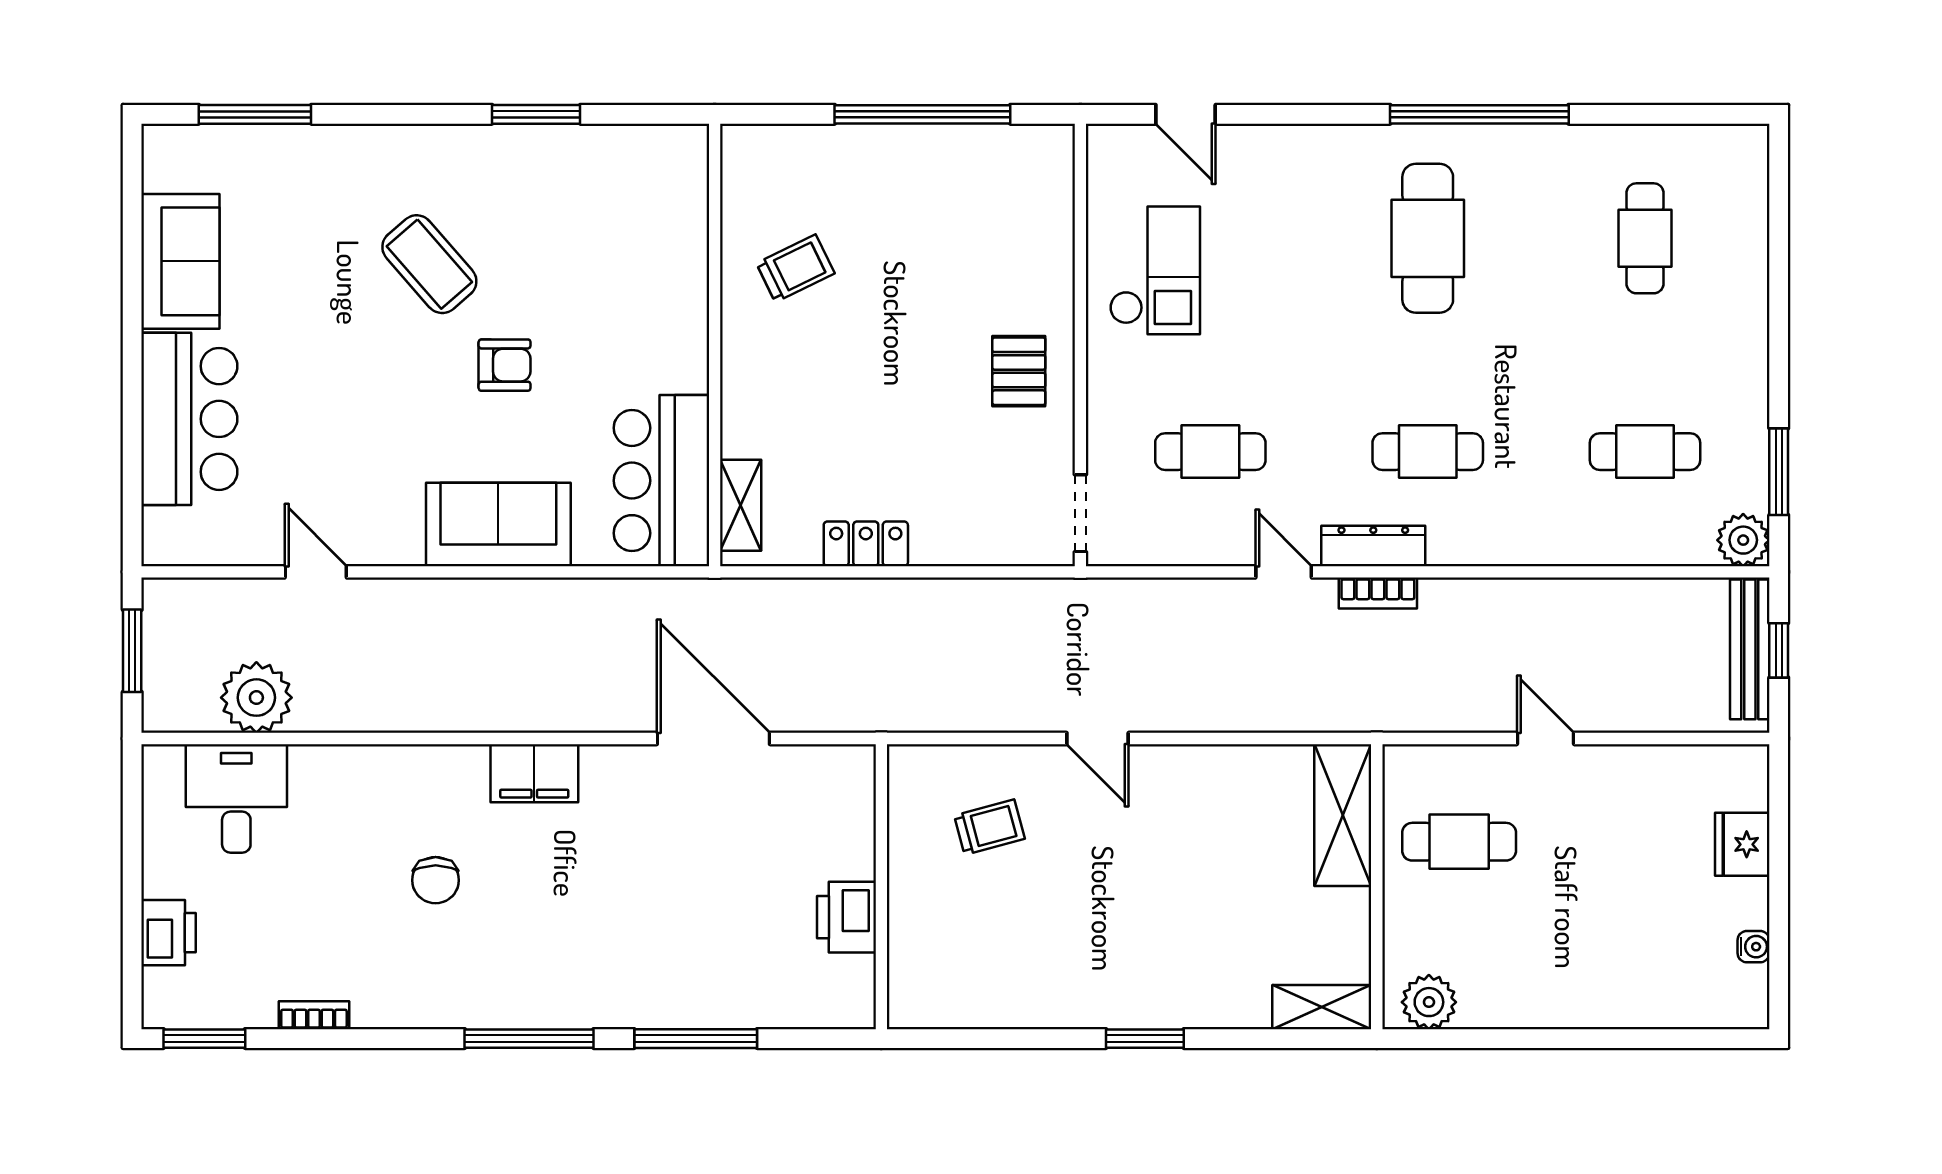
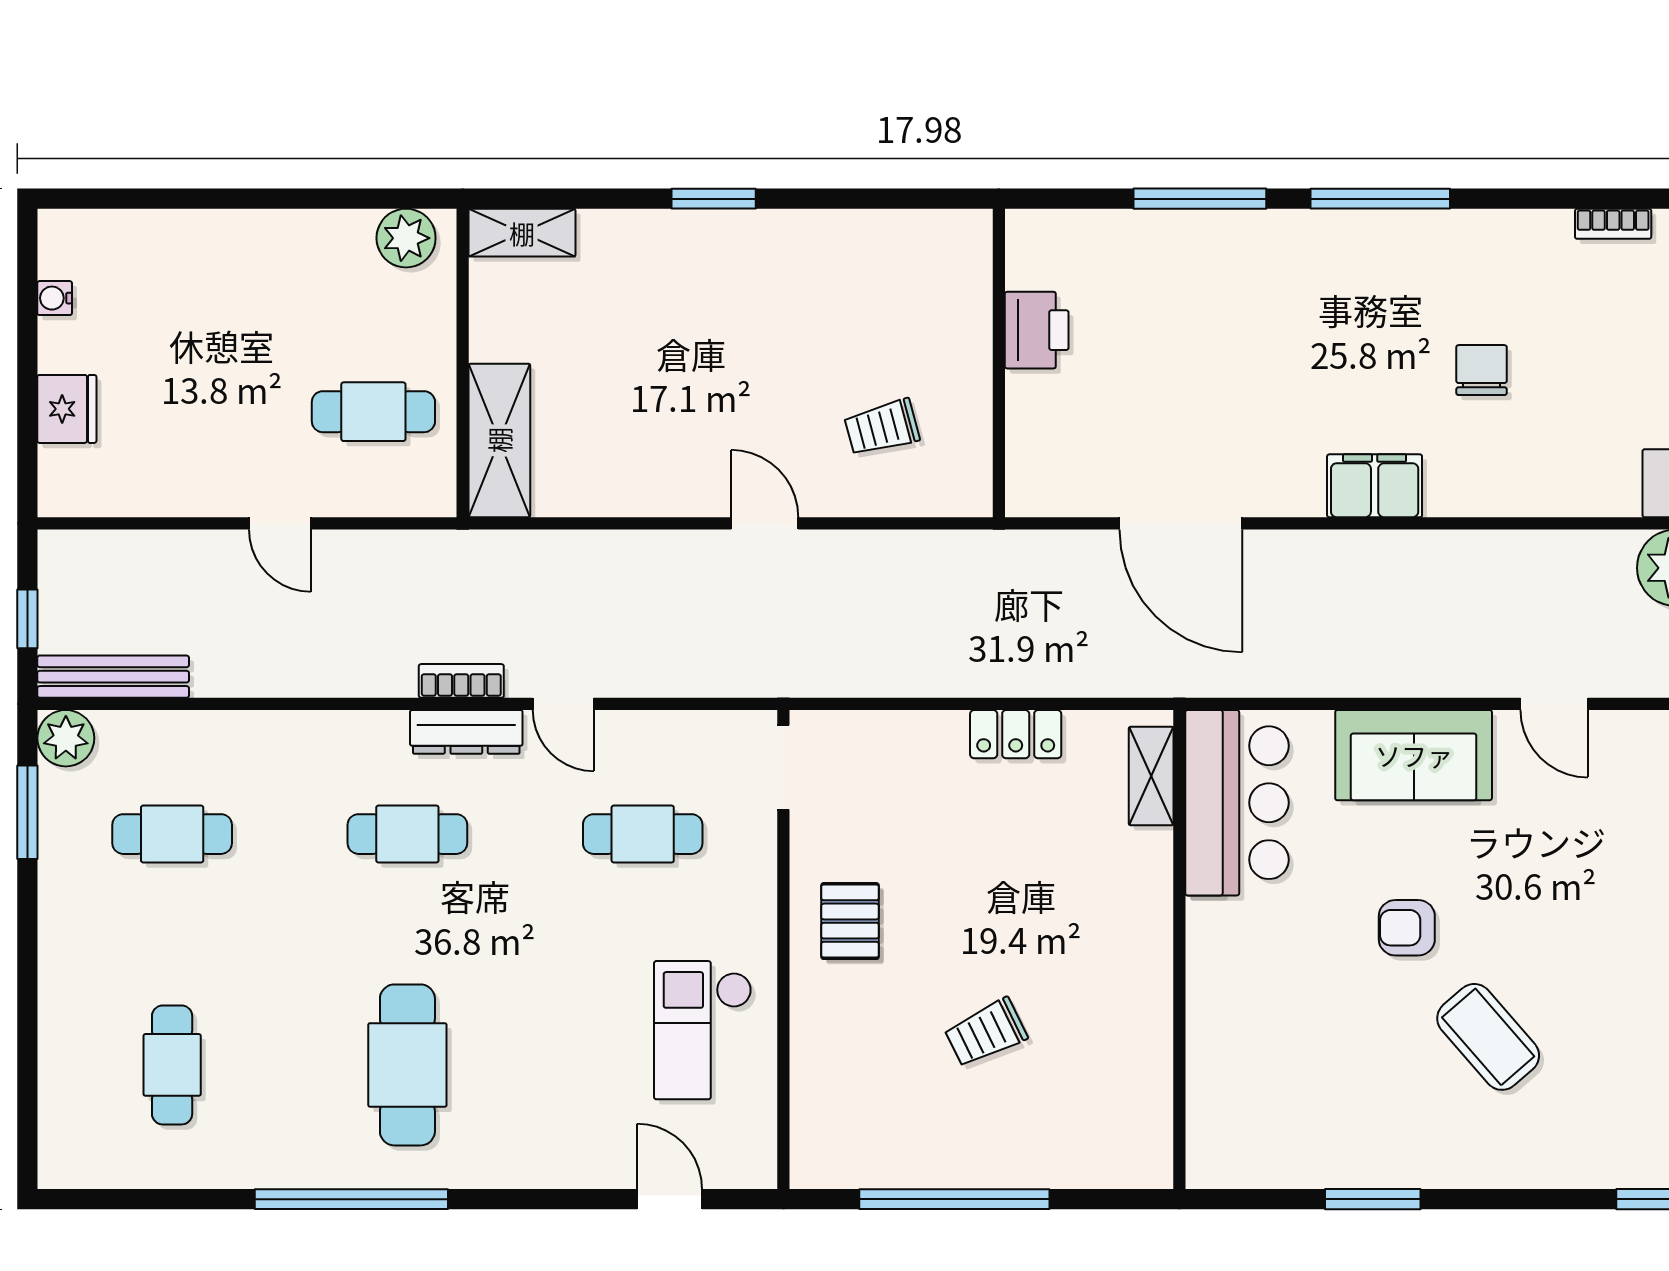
trolley: (796, 268) -> (986, 1033), moved
door: (316, 572) -> (1554, 704), moved
bench: (1750, 649) -> (113, 677), moved, turned 90

